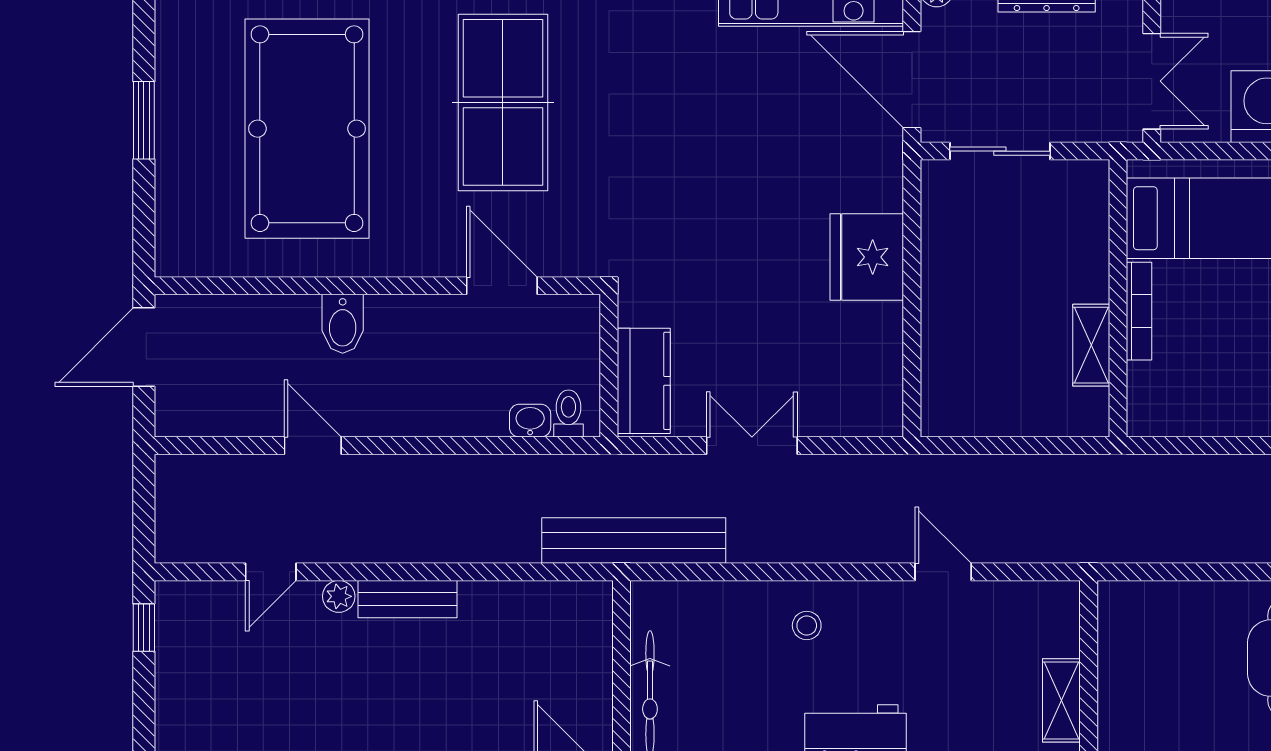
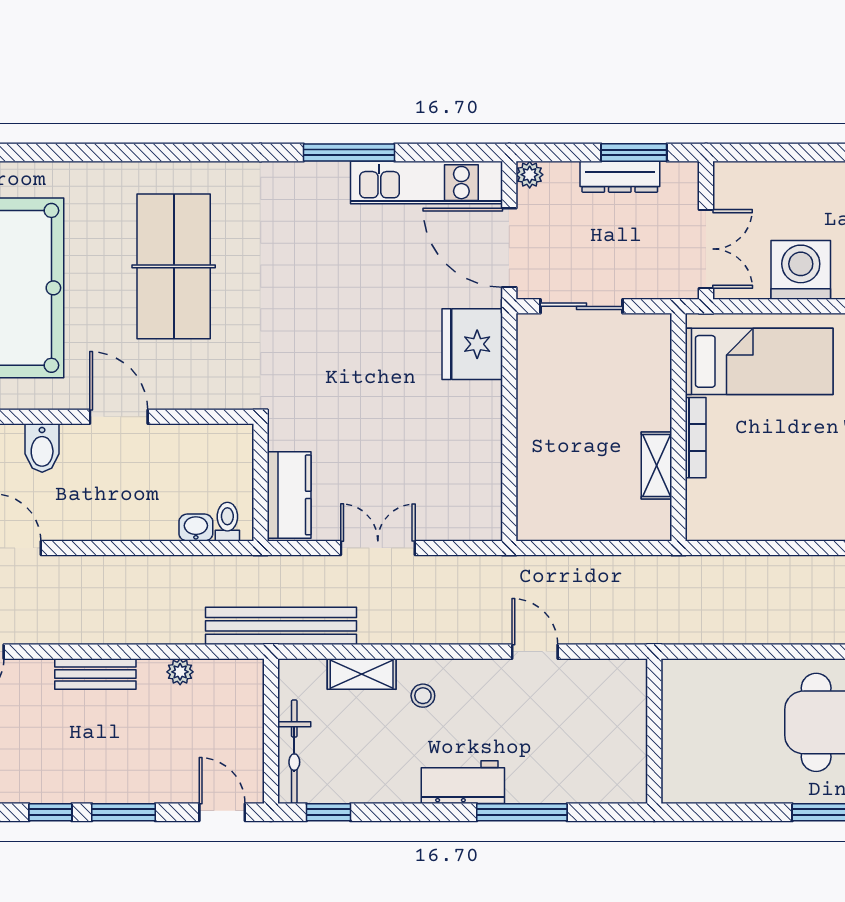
fridge: (867, 257) -> (472, 344), moved
door: (502, 286) -> (119, 417), moved
plant: (339, 596) -> (180, 672), moved
shelving: (1061, 700) -> (362, 674), moved, turned 90

